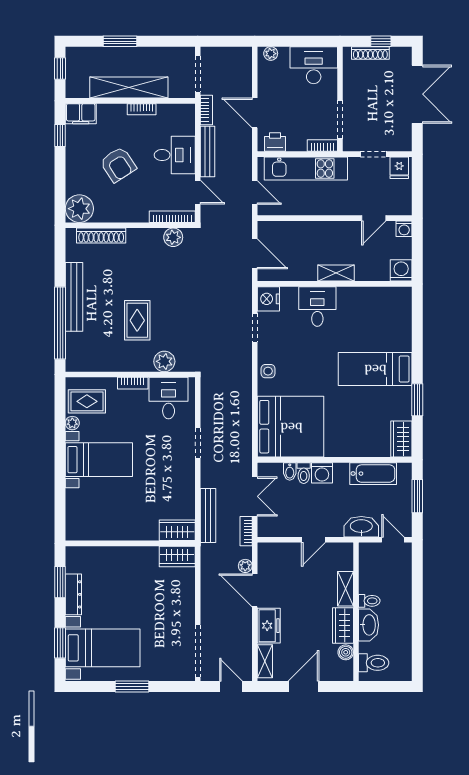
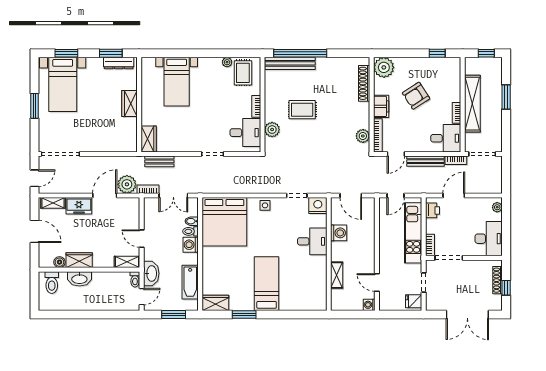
filing cabinet: (81, 114) -> (381, 106), moved, turned 180
desk: (175, 155) -> (446, 138), moved, turned -90
door: (255, 254) -> (351, 196), hinge flipped
washing machine: (401, 270) -> (339, 233), moved
shelving: (336, 273) -> (337, 275), moved
bench: (74, 297) -> (290, 63), moved
bed with nightstands: (99, 460) -> (177, 82), moved
bench: (208, 516) -> (159, 161), width x0.73
wardrobe: (177, 556) -> (130, 104), moved
plant: (245, 566) -> (127, 184), width x1.87, depth x1.87
shelving: (345, 589) -> (127, 262), moved
dresser: (73, 594) -> (119, 63), moved
toilet: (369, 601) -> (135, 279), moved

